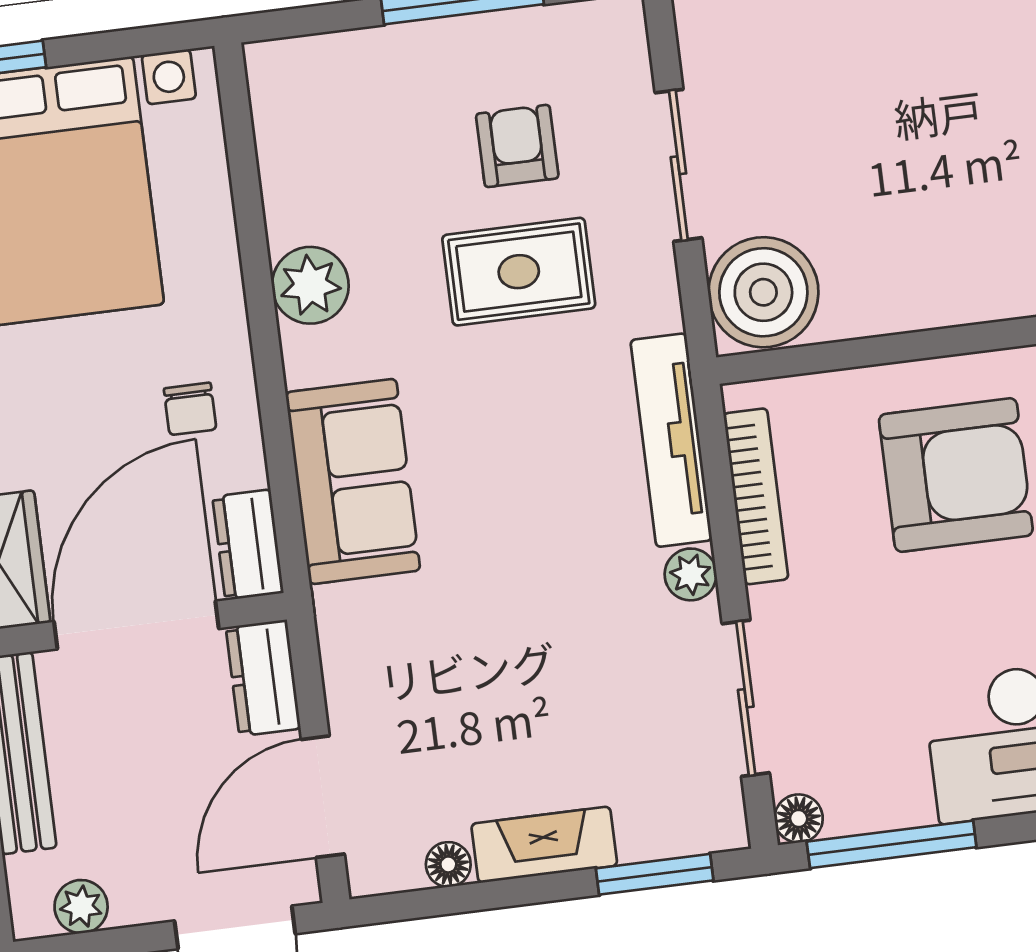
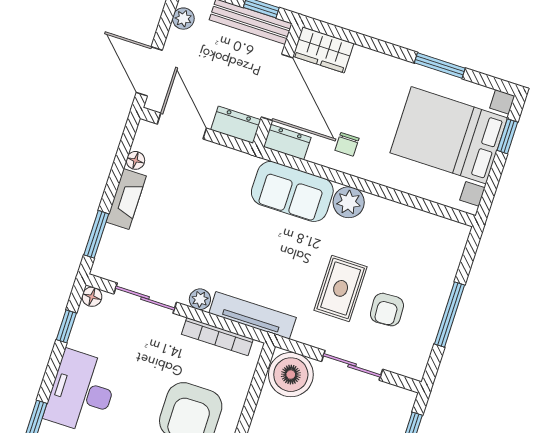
armchair: (517, 146) -> (387, 310), turned 87
plant: (310, 285) -> (349, 202), moved
chair: (190, 409) -> (347, 144), turned -90
window: (892, 844) -> (66, 326), width x0.46

